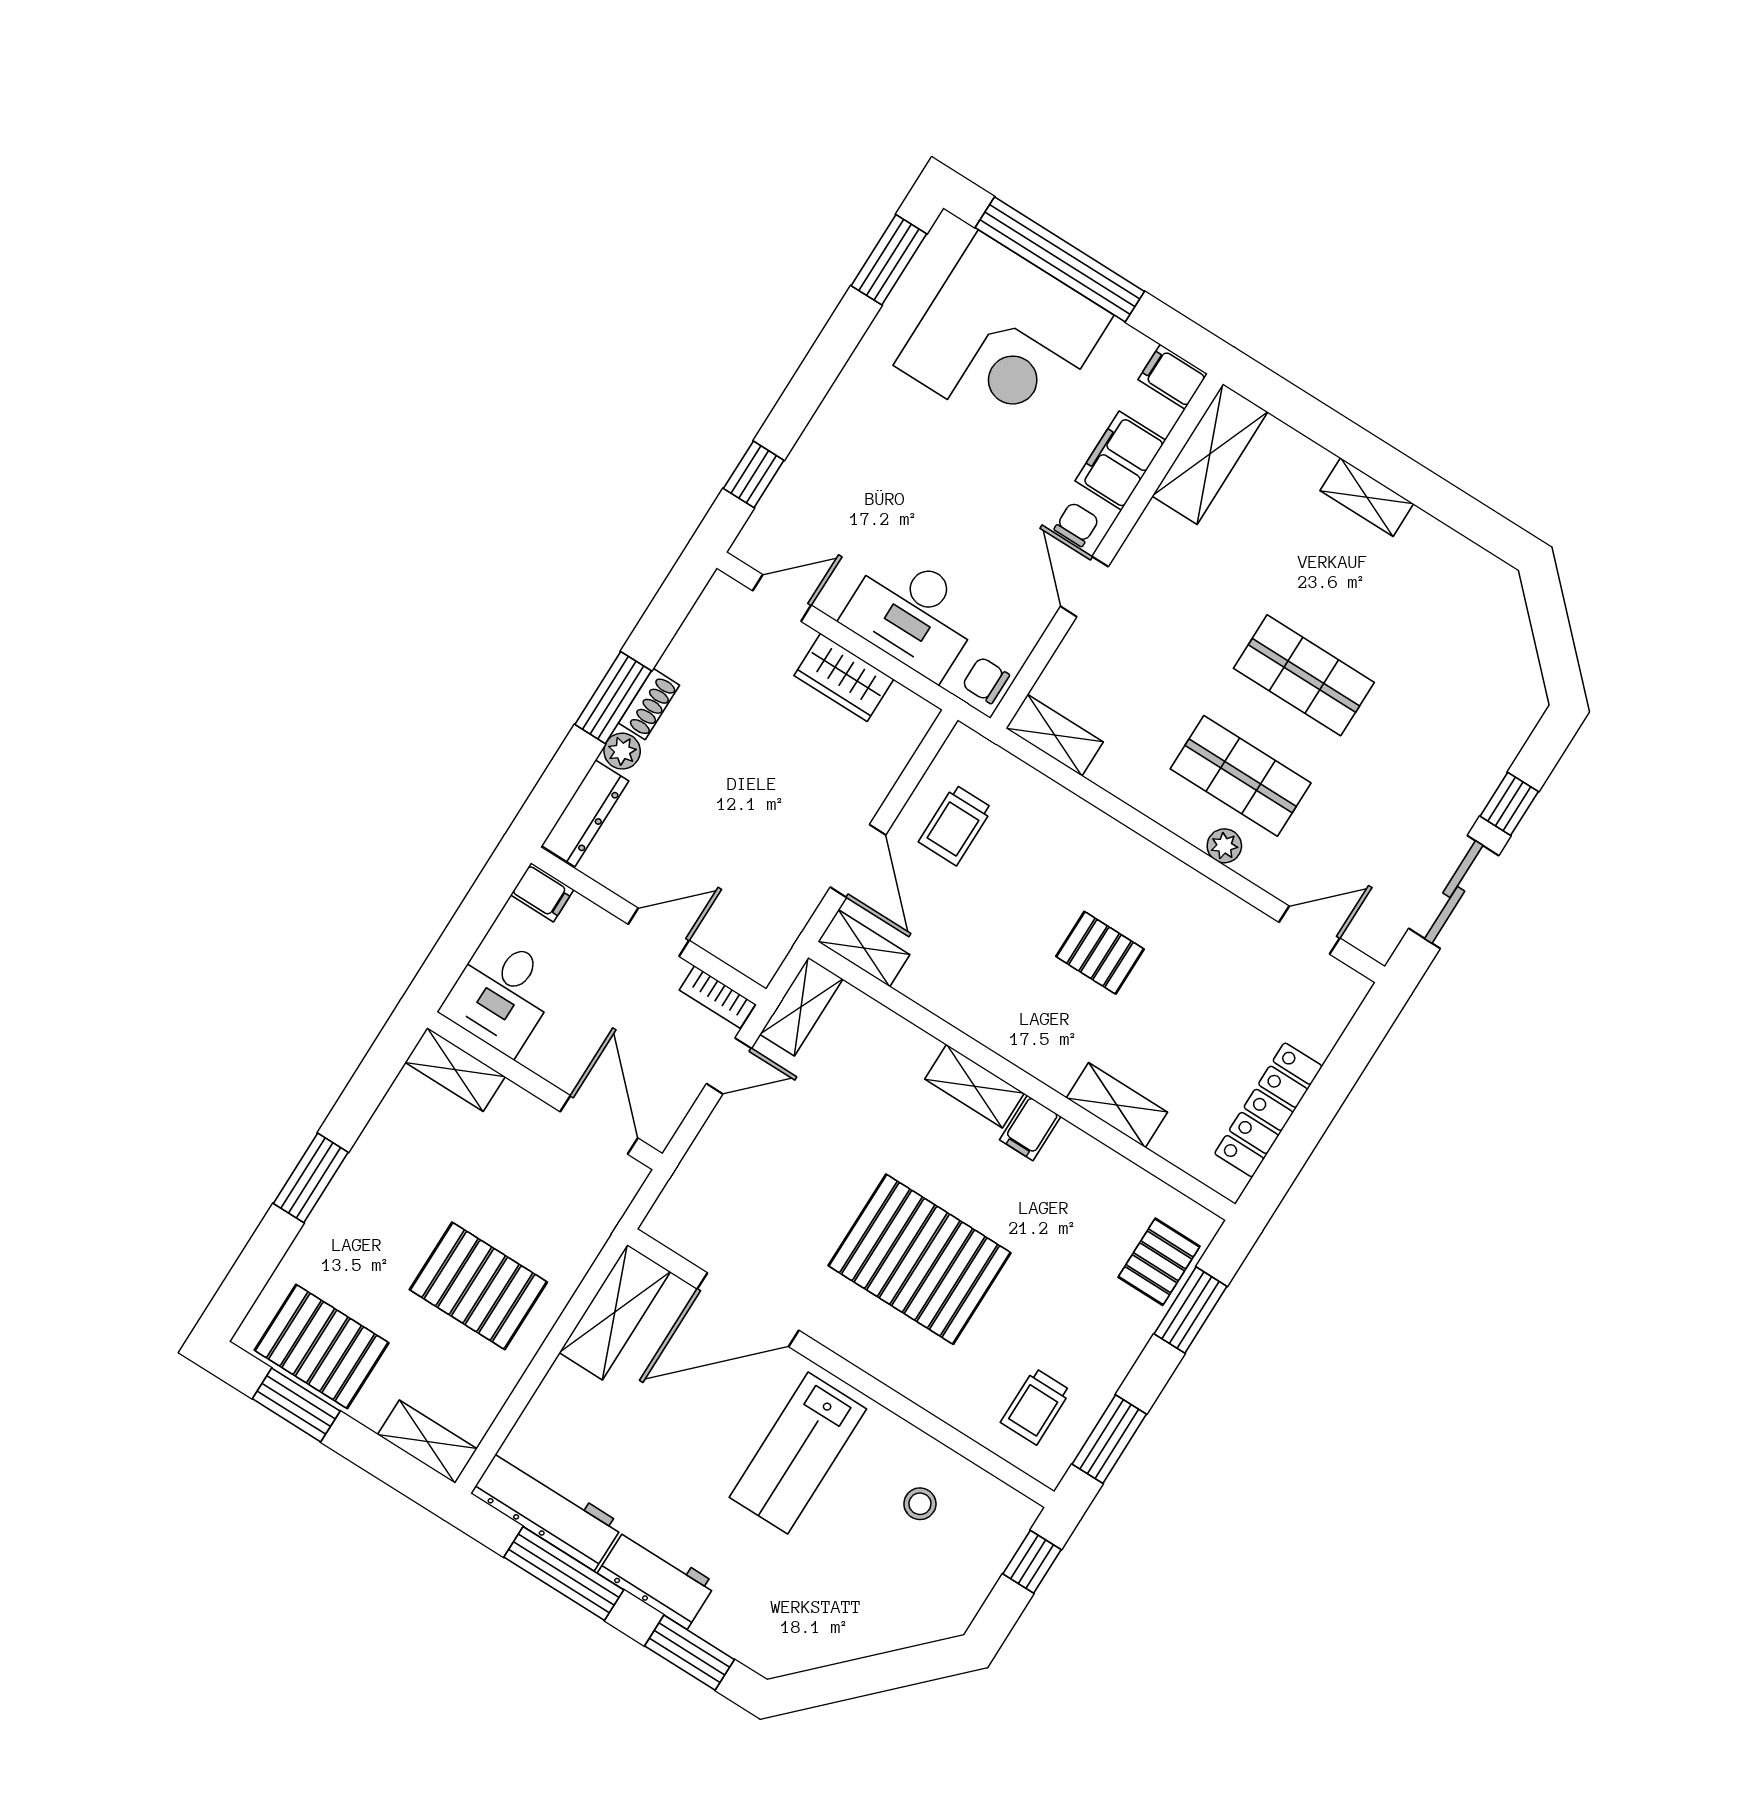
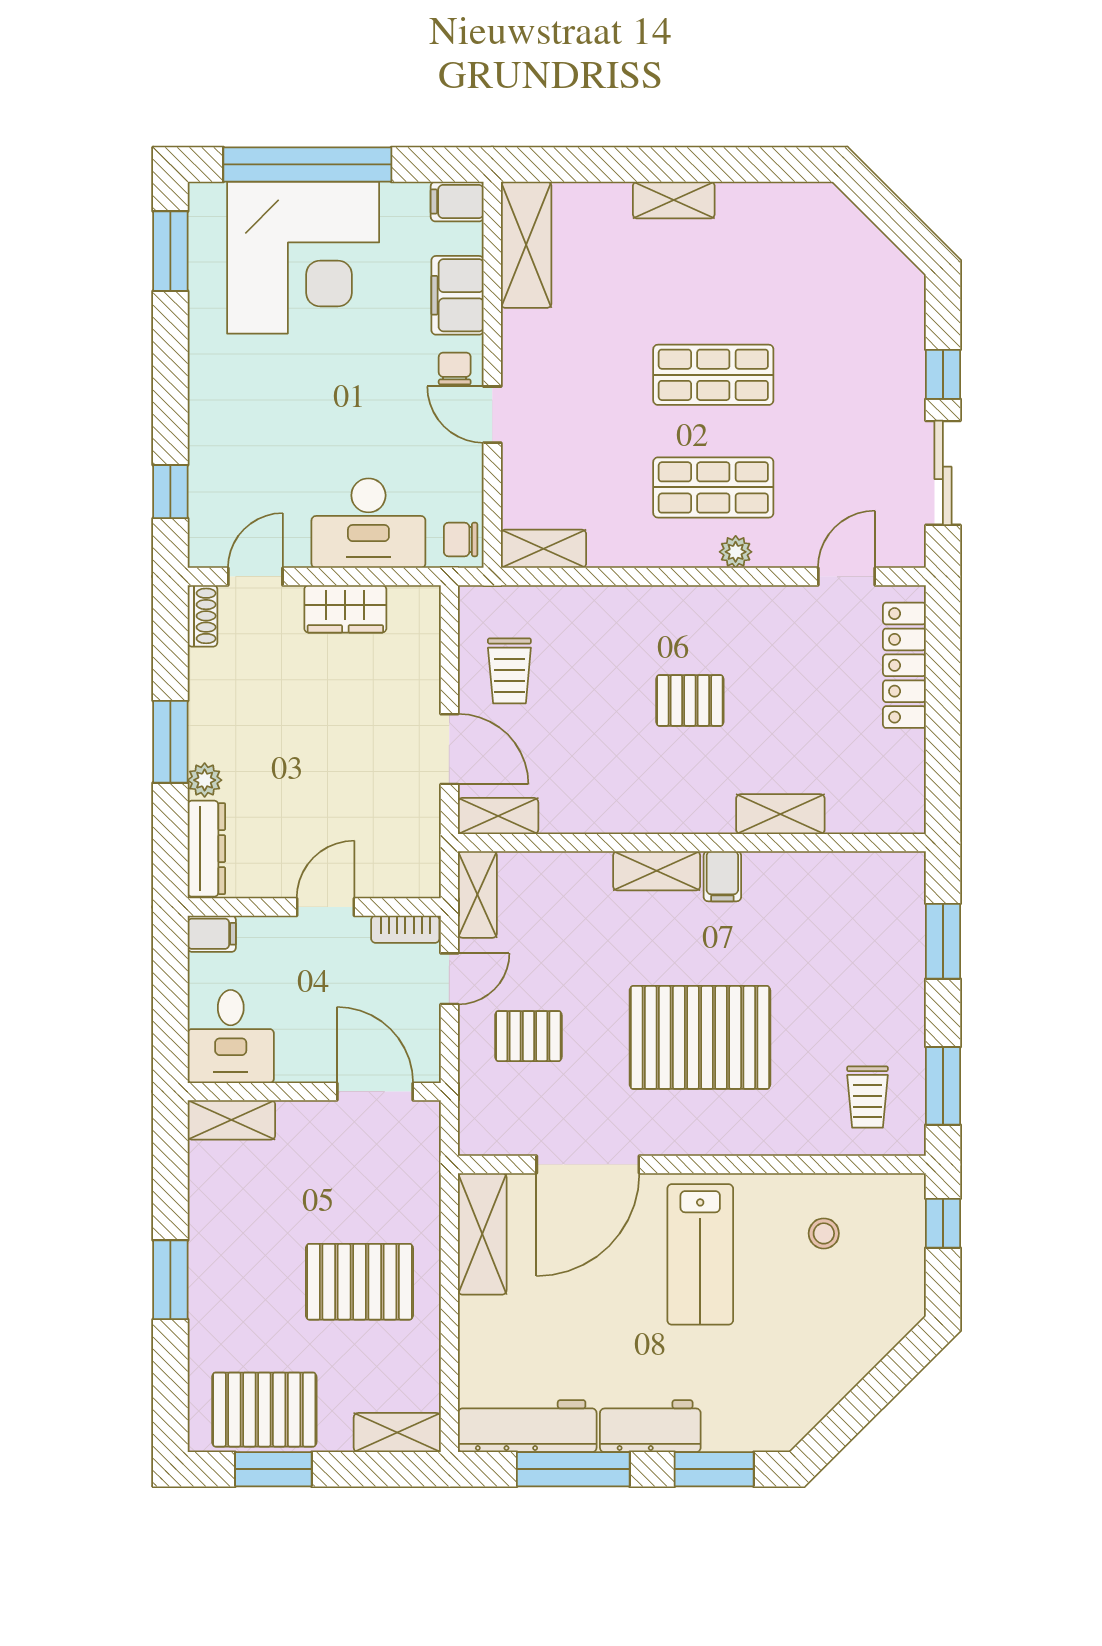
shoe rack: (649, 704) -> (202, 616), moved
locker: (1268, 1110) -> (904, 665), moved
pallet: (1159, 1262) -> (528, 1036), moved, turned 90

